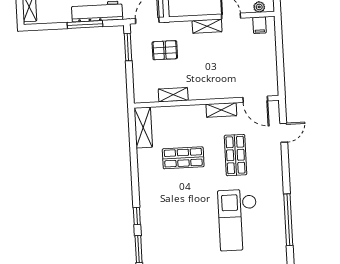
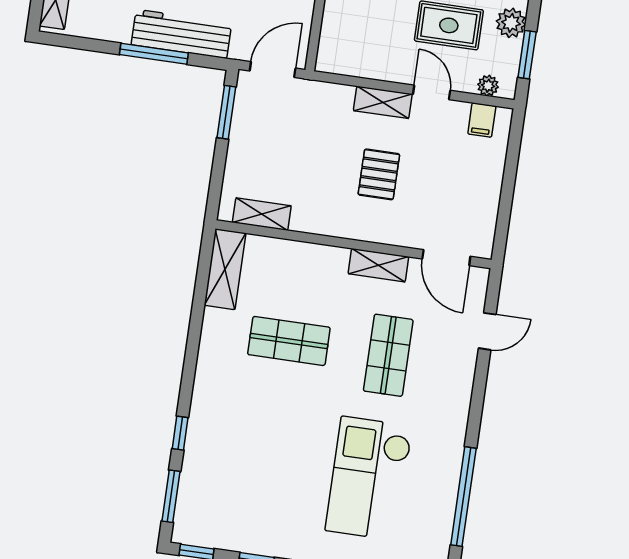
pallet: (165, 50) -> (379, 174), moved, turned 90
shelving: (173, 95) -> (262, 214), moved

